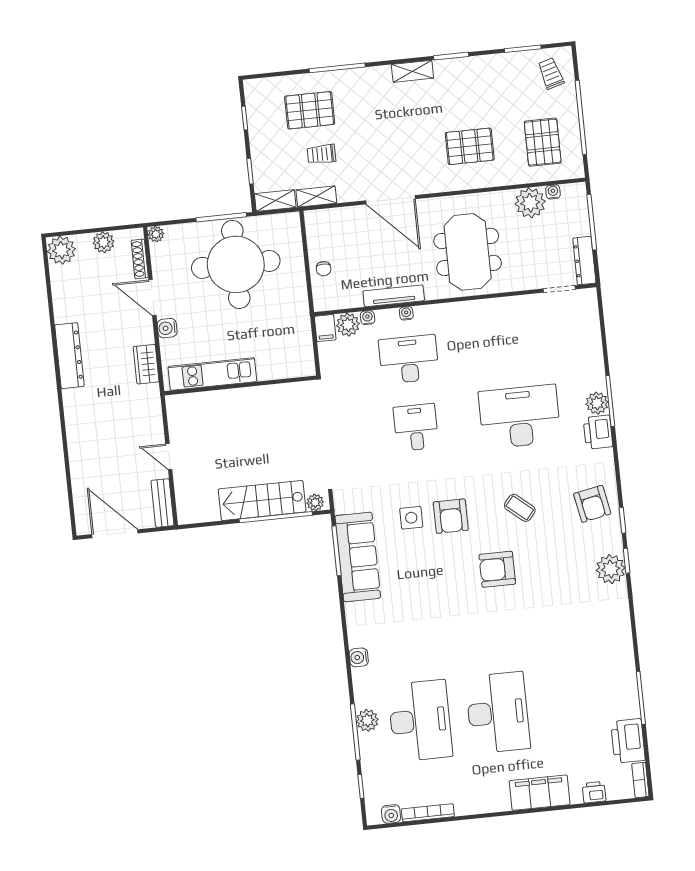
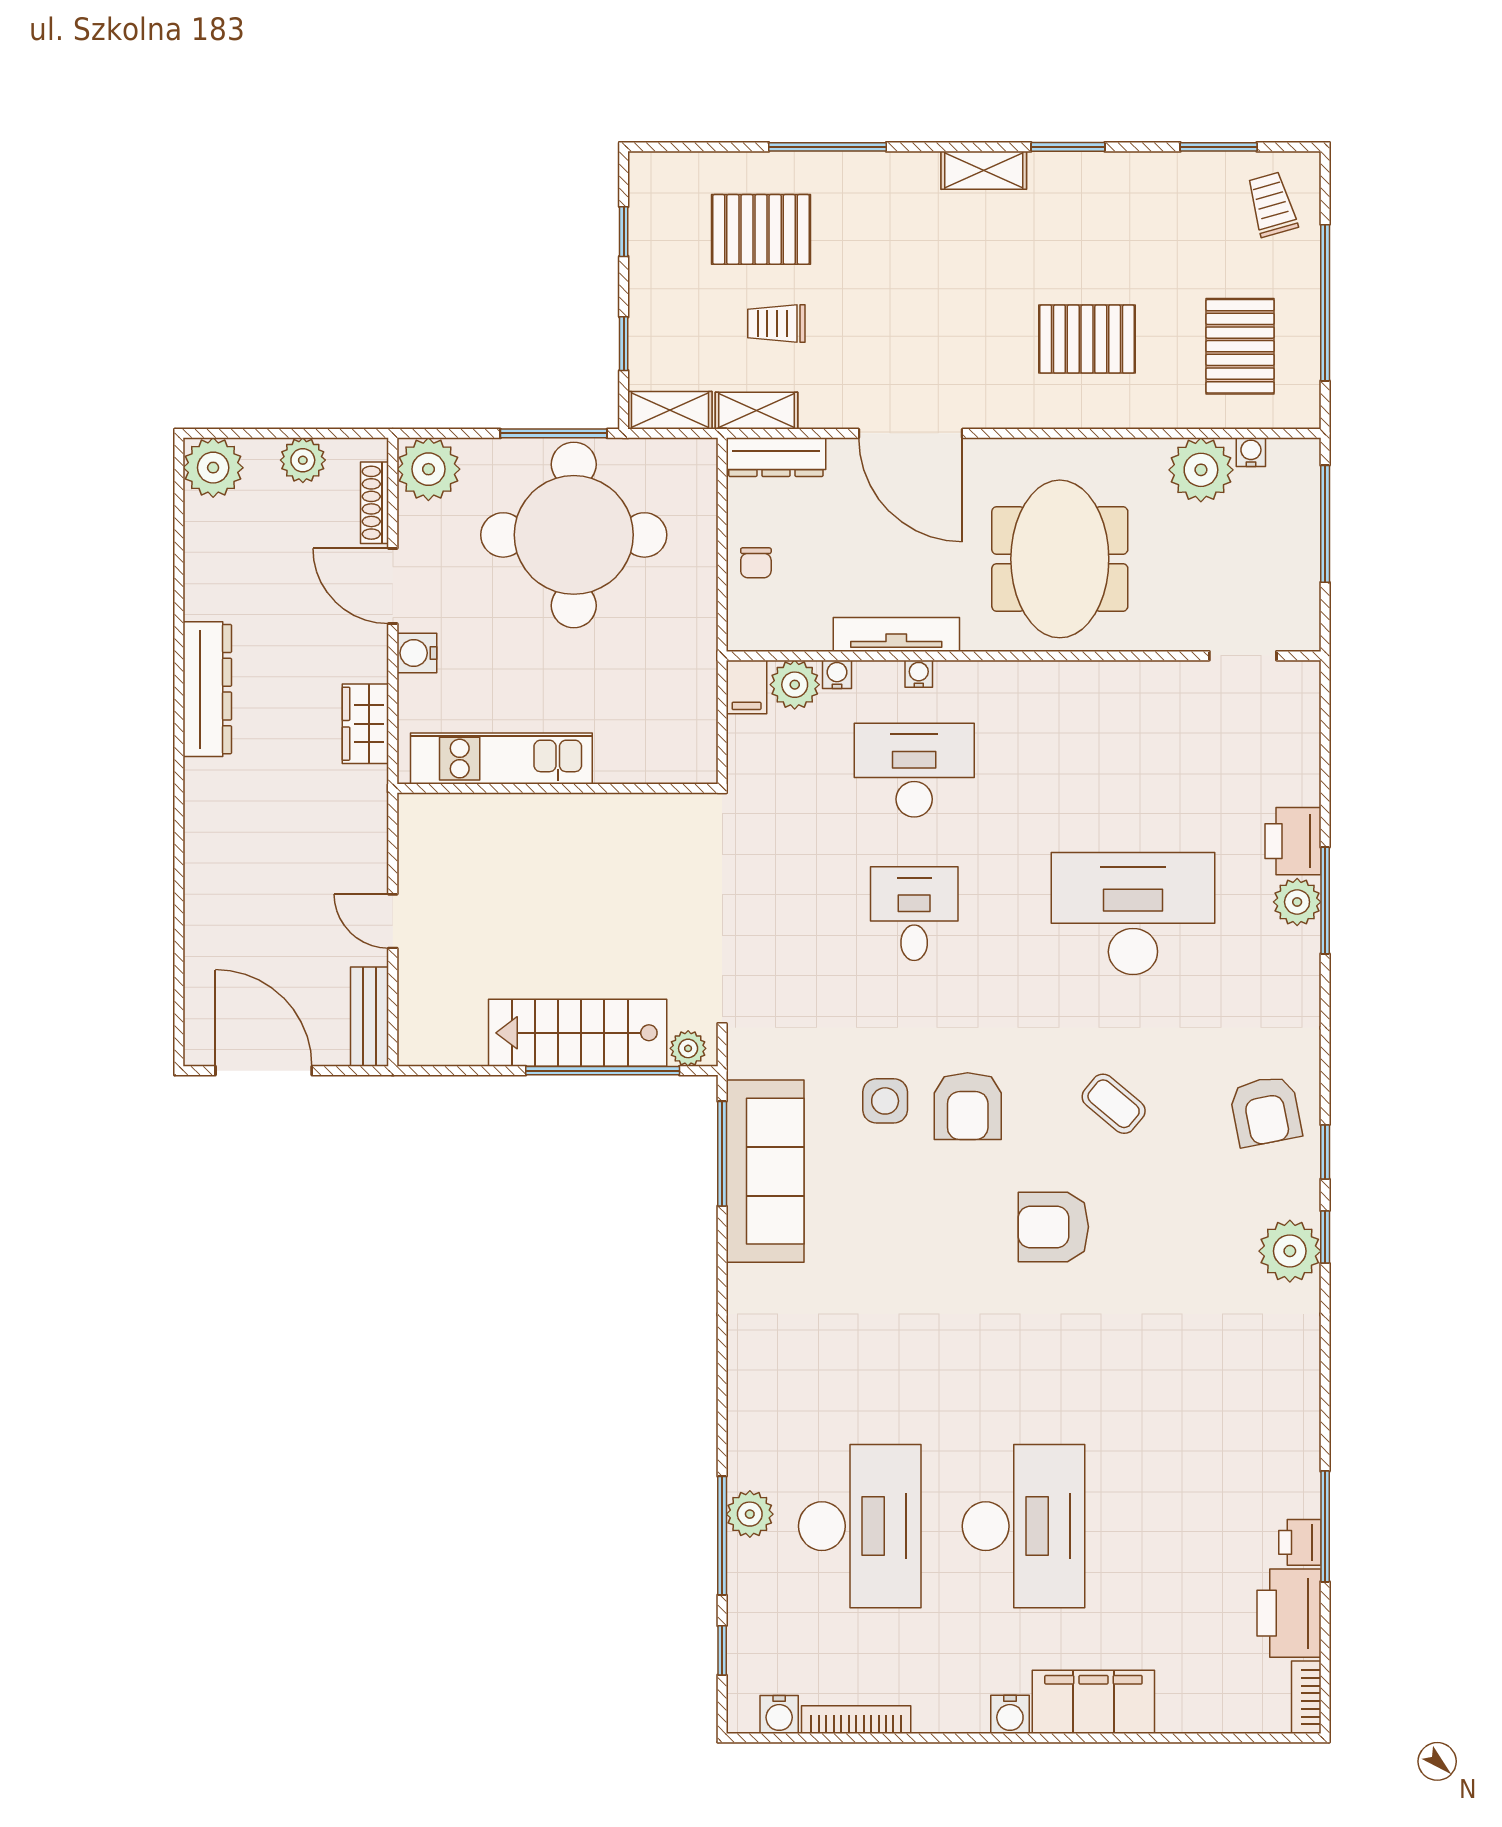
plant: (156, 234) -> (428, 469), width x1.88, depth x1.88
dresser: (584, 261) -> (776, 457), moved, turned -90
printer: (598, 432) -> (1293, 841), moved
water cooler: (359, 657) -> (1010, 1714), moved, turned -90
printer: (594, 792) -> (1300, 1542), moved, turned -90

